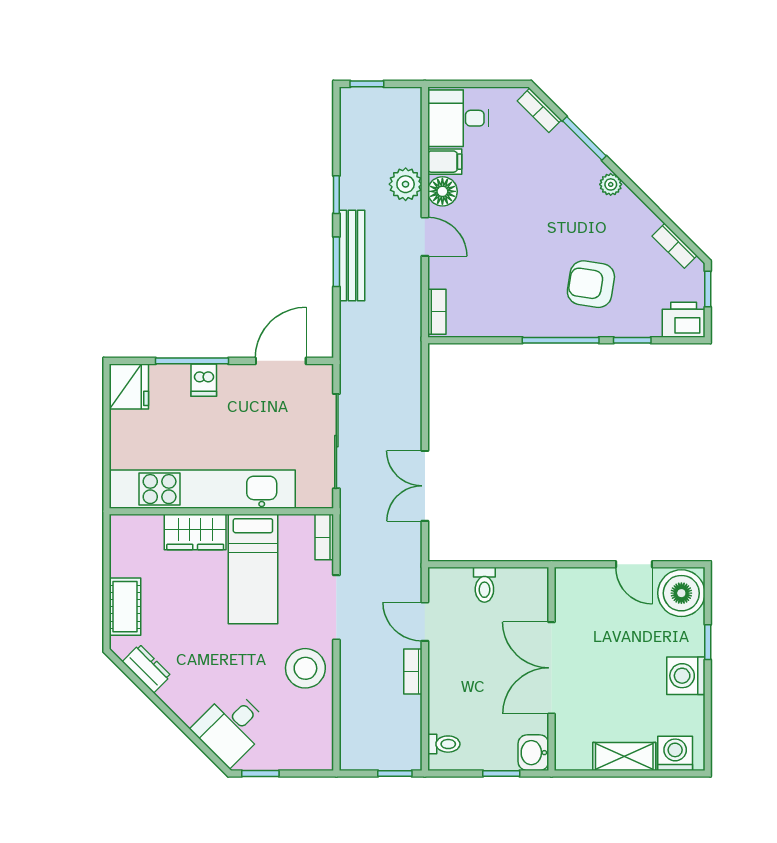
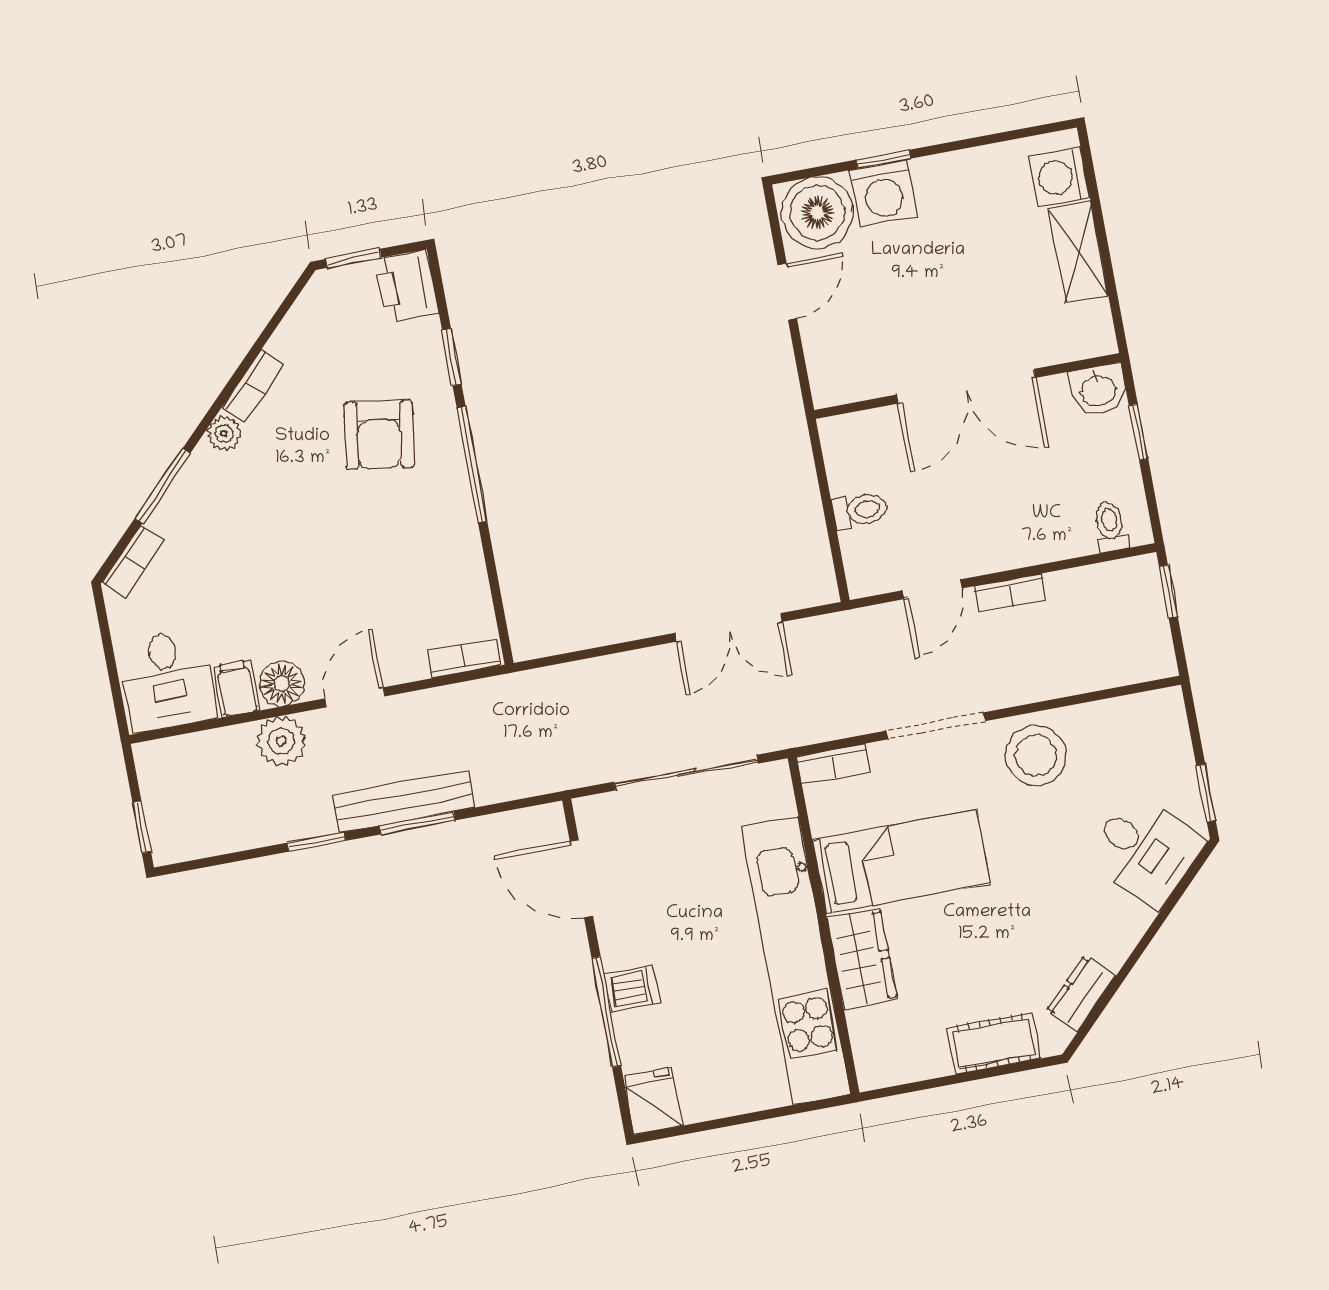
bookcase: (675, 246) -> (253, 386), moved
fridge: (129, 386) -> (653, 1101), width x0.72
washing machine: (686, 676) -> (883, 193), moved

